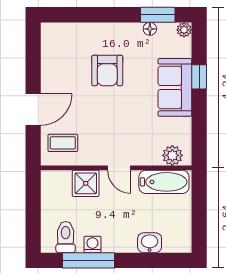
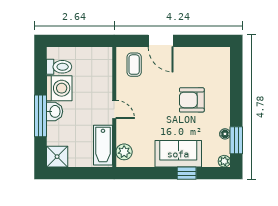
door: (119, 168) -> (114, 109), swing flipped
shower: (86, 183) -> (57, 157), moved
washbasin: (150, 243) -> (55, 111), moved
washing machine: (92, 244) -> (59, 88), width x1.89, depth x1.89
window: (88, 260) -> (40, 116), moved

